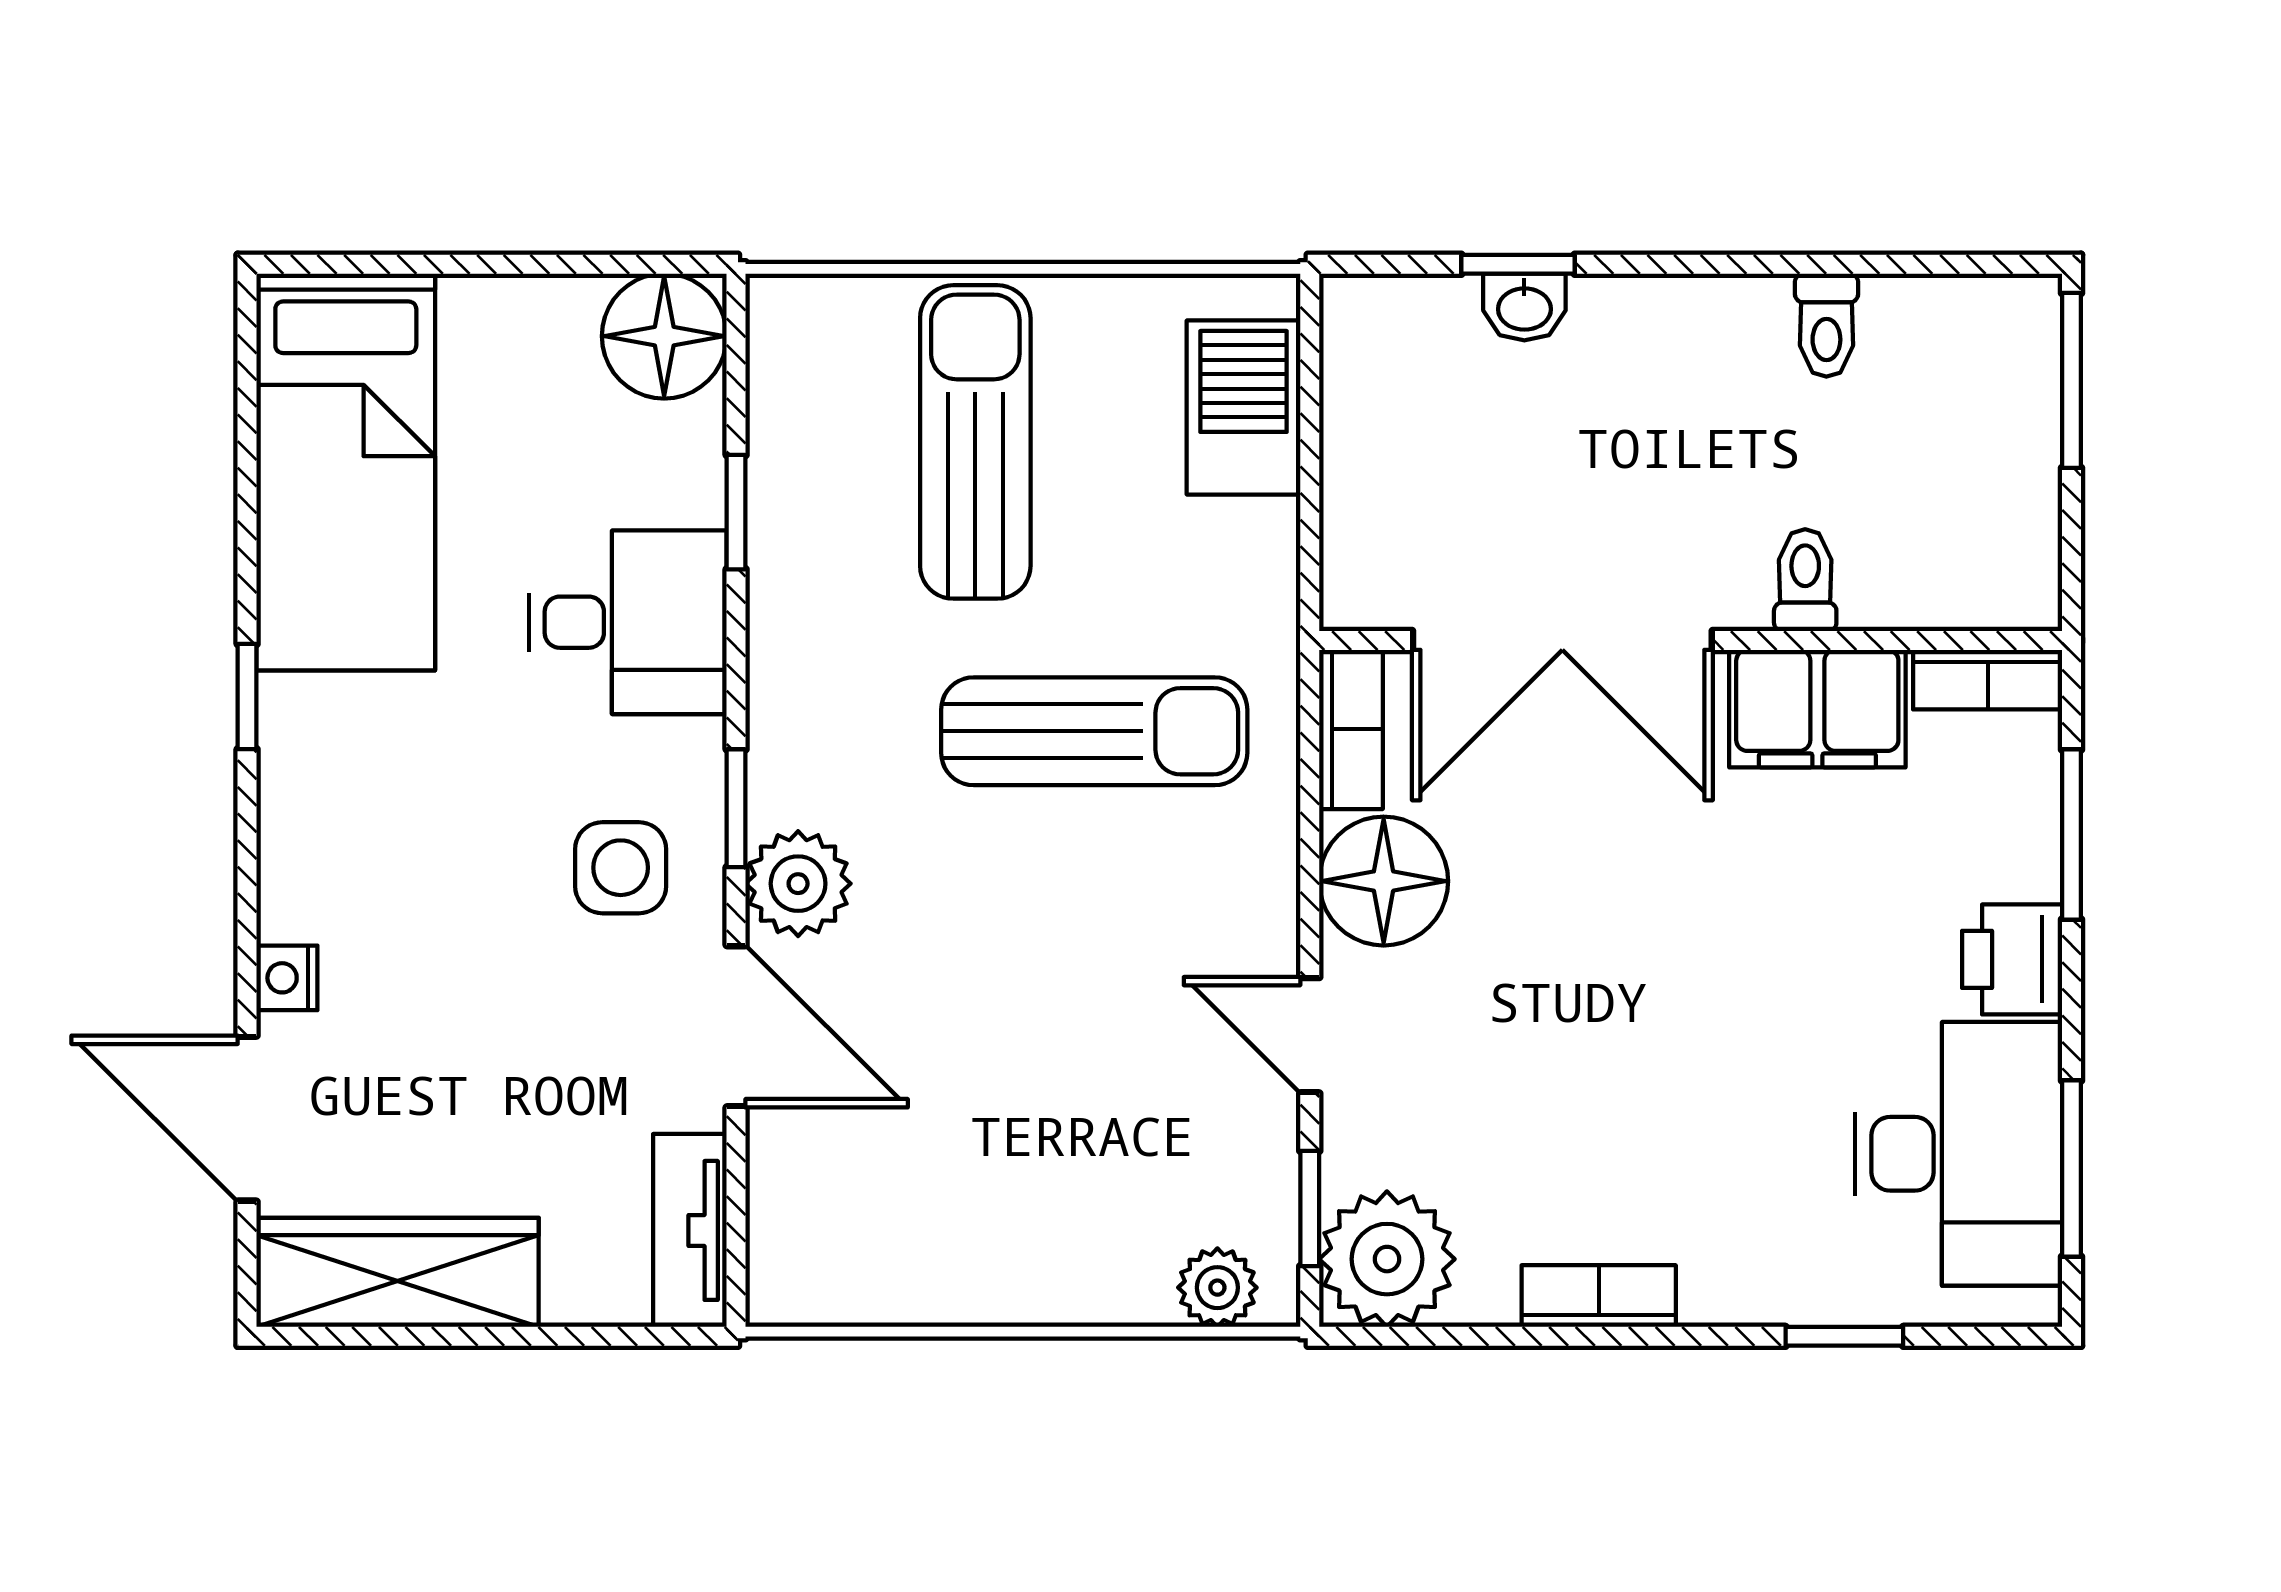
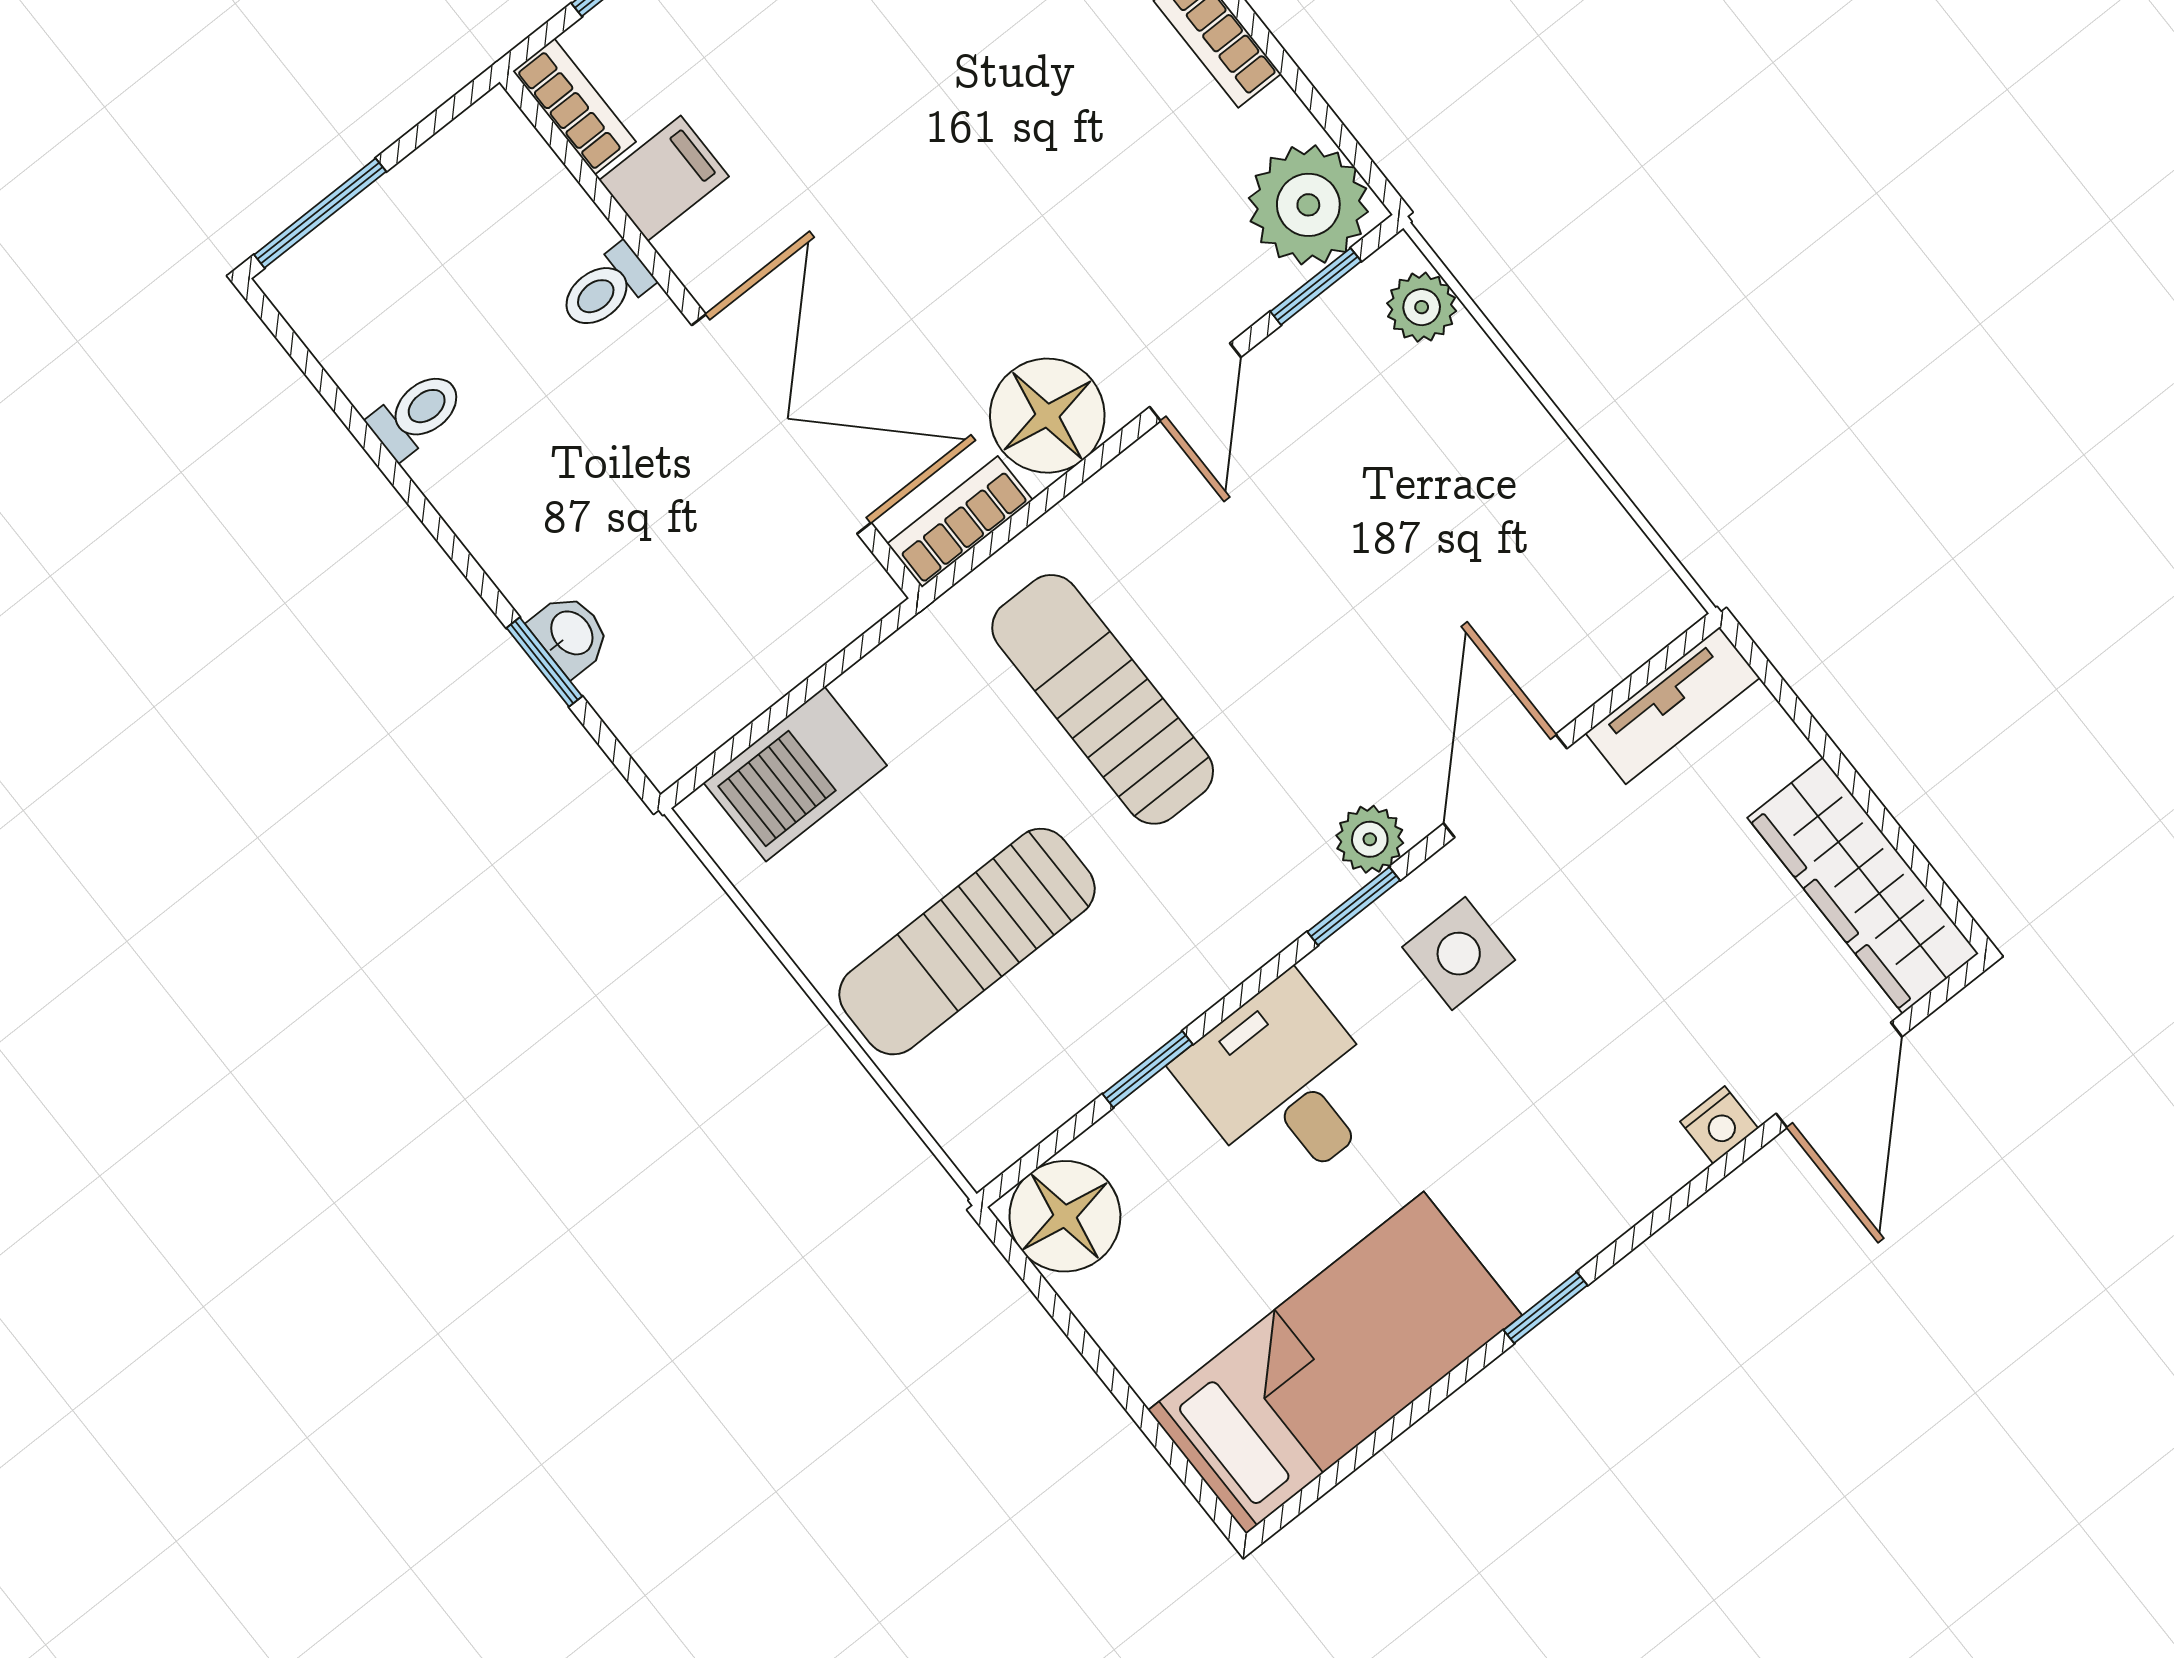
filing cabinet: (1817, 709) -> (664, 178), width x0.50
plant: (798, 884) -> (1370, 839), width x0.73, depth x0.73

